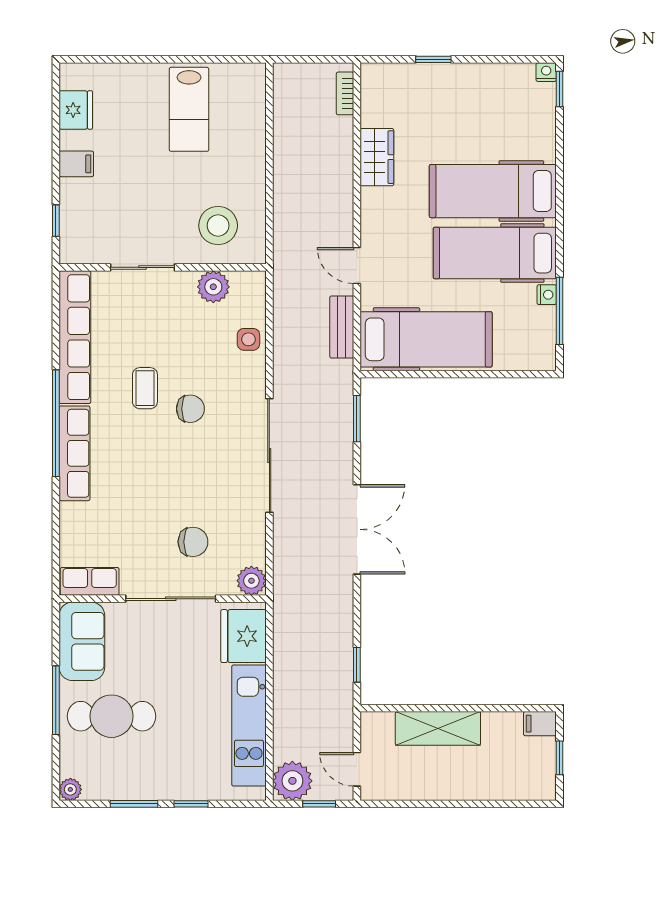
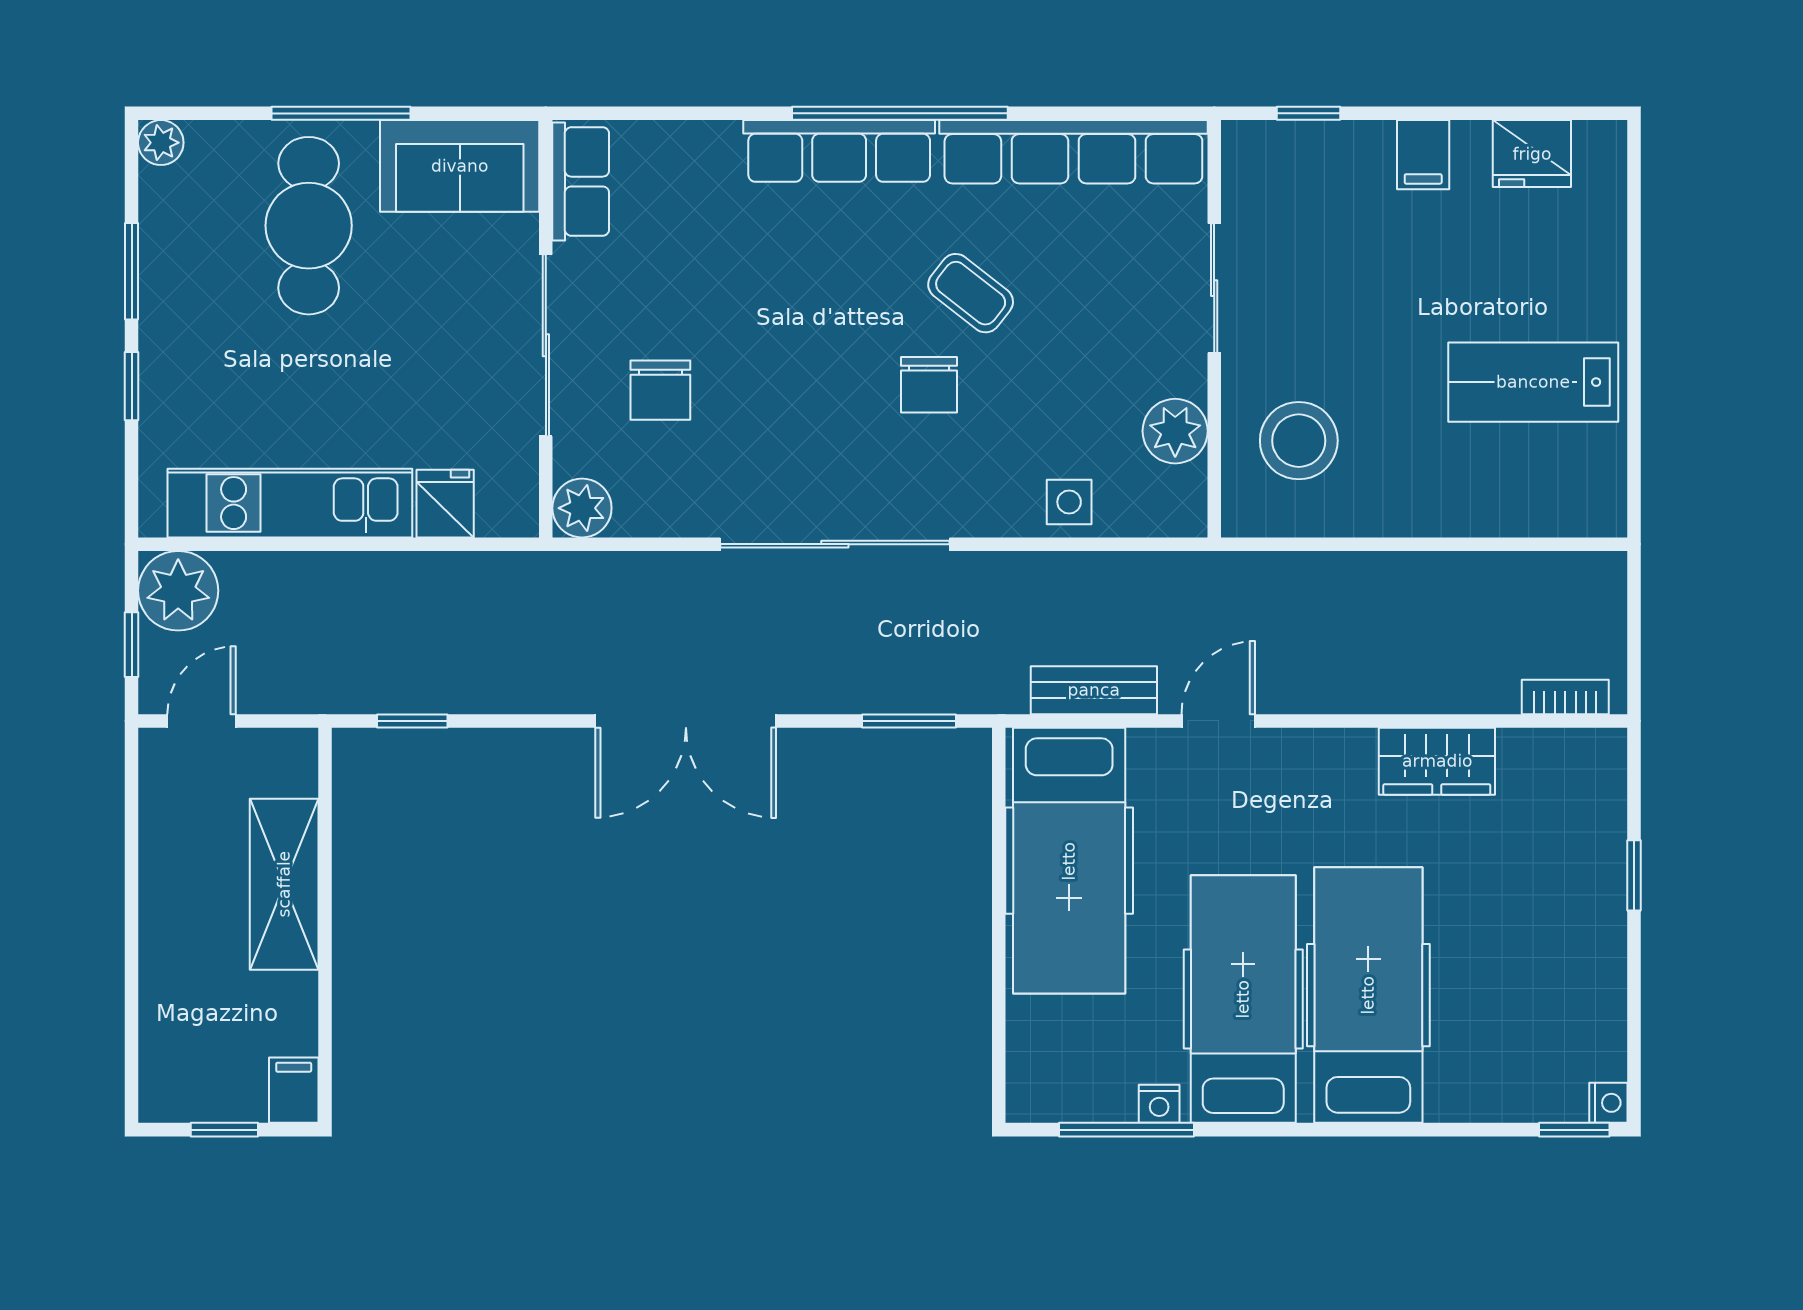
coffee table: (145, 388) -> (971, 293), turned 38
fridge: (243, 636) -> (445, 504), width x0.53, depth x0.75

